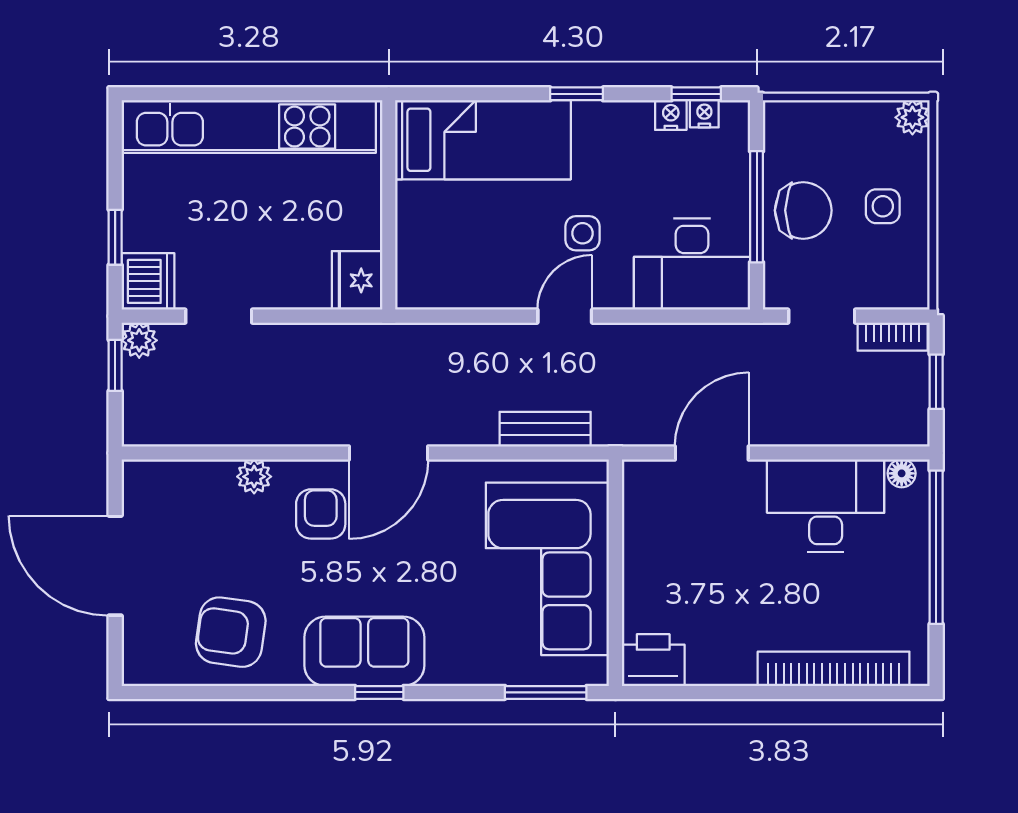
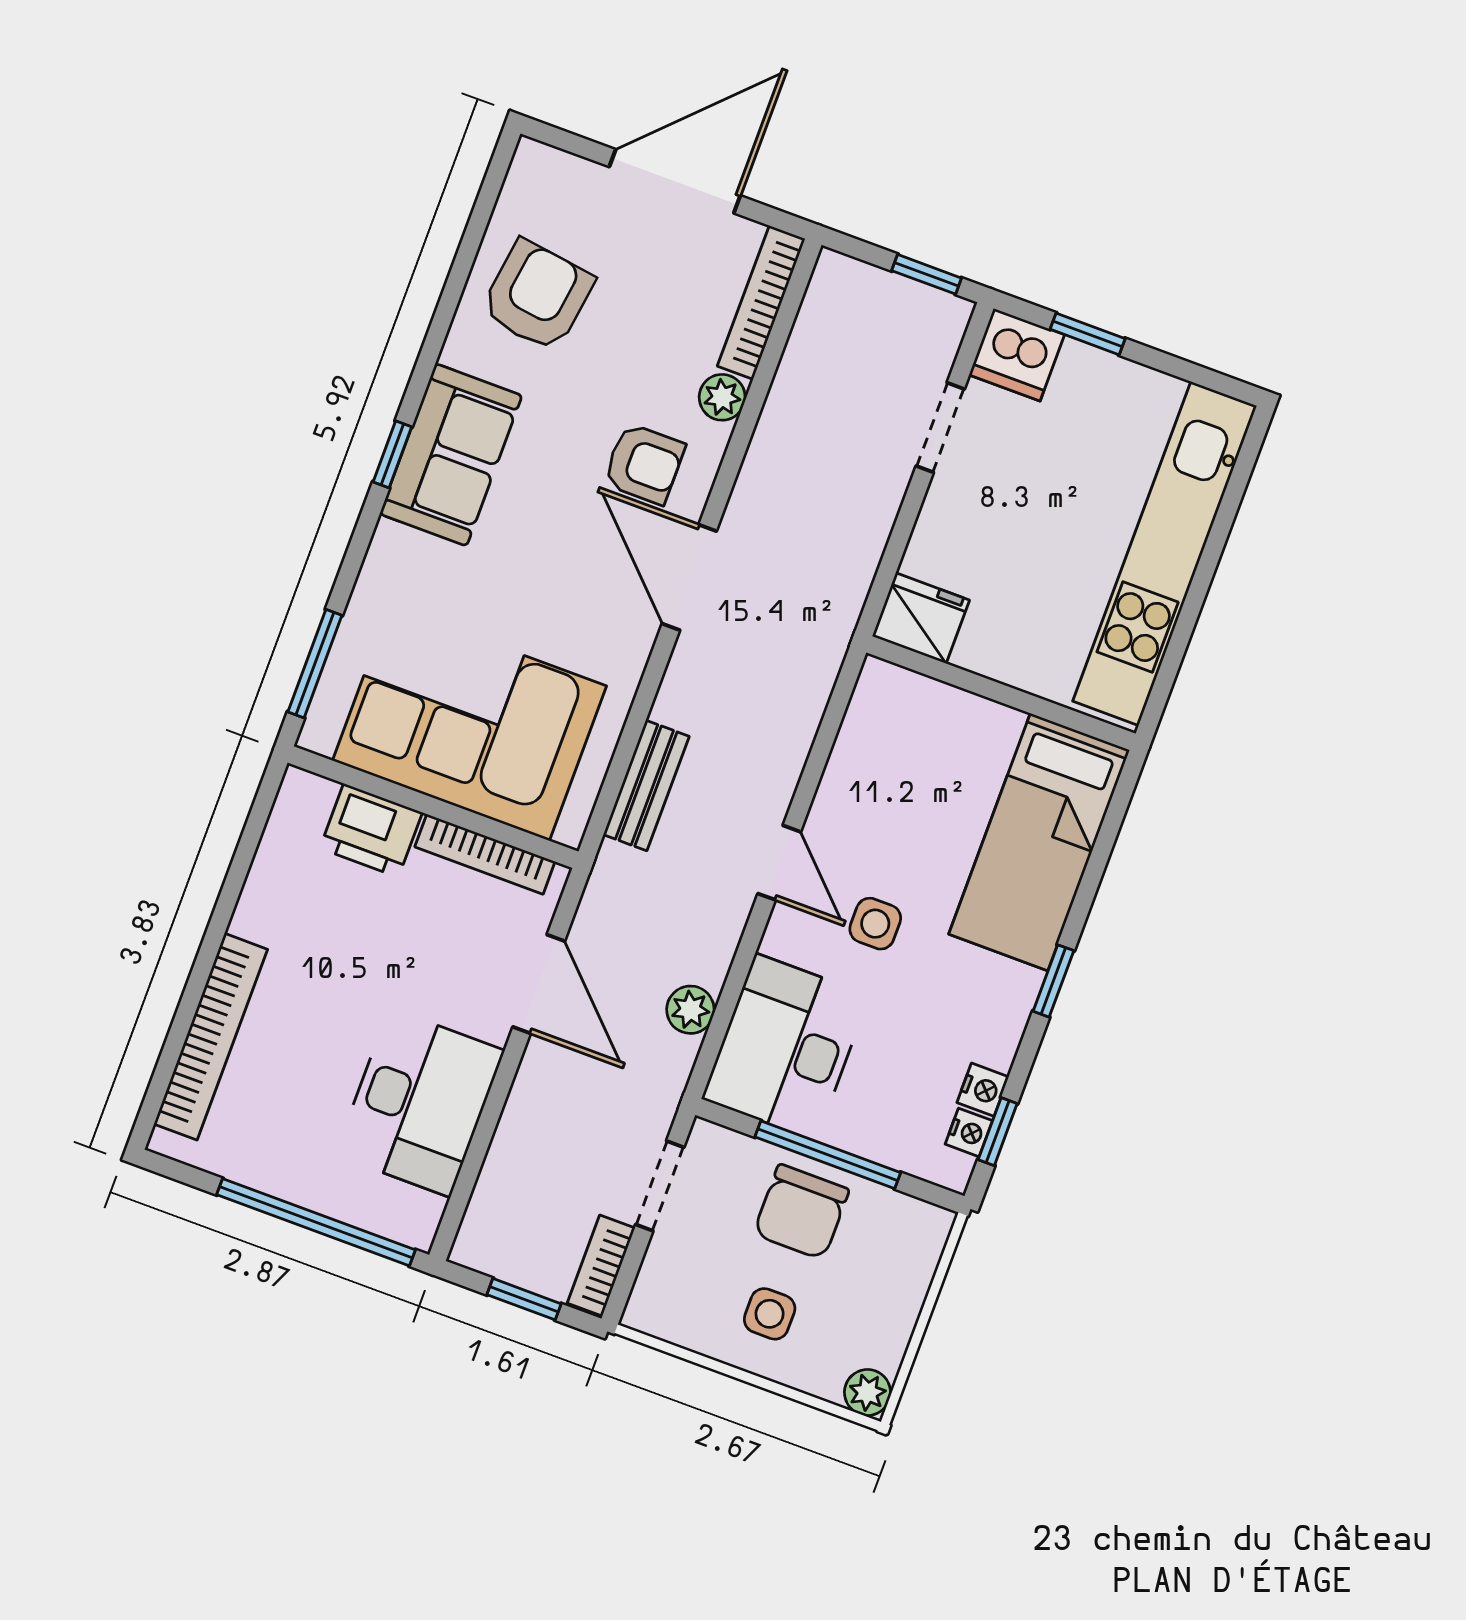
plant: (139, 340) -> (690, 1010), moved
floor lamp: (902, 473) -> (425, 1213), removed
bookcase: (178, 474) -> (761, 302), added
bookcase: (635, 524) -> (485, 854), added
printer: (653, 660) -> (371, 830), moved, turned 90

